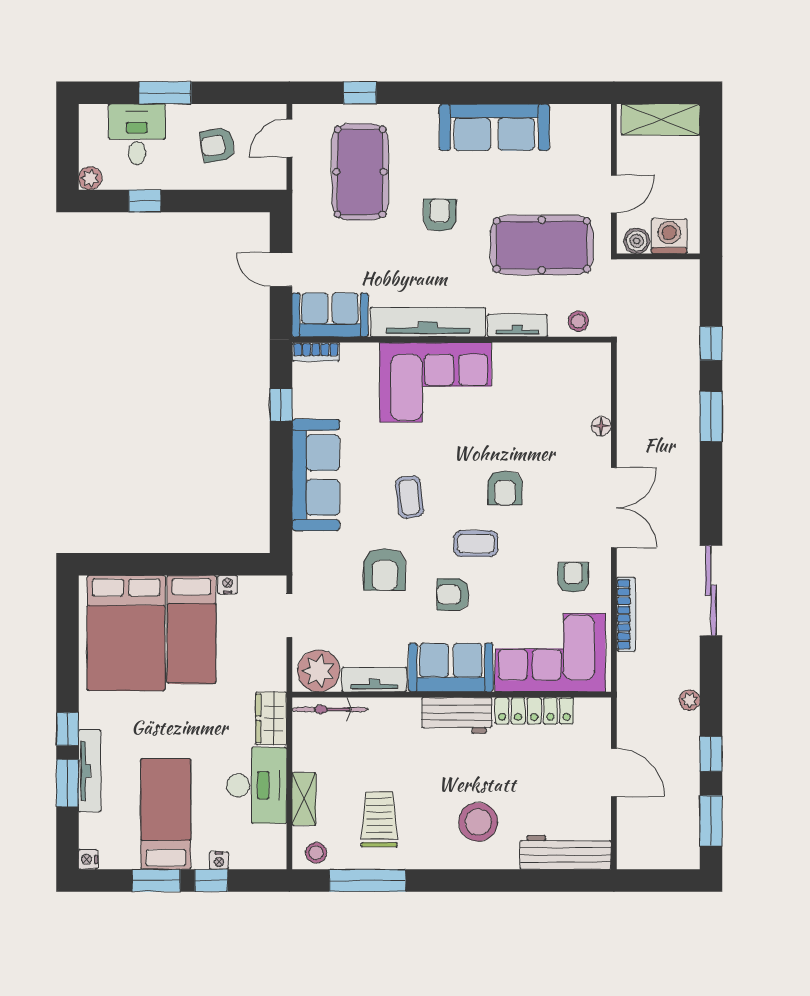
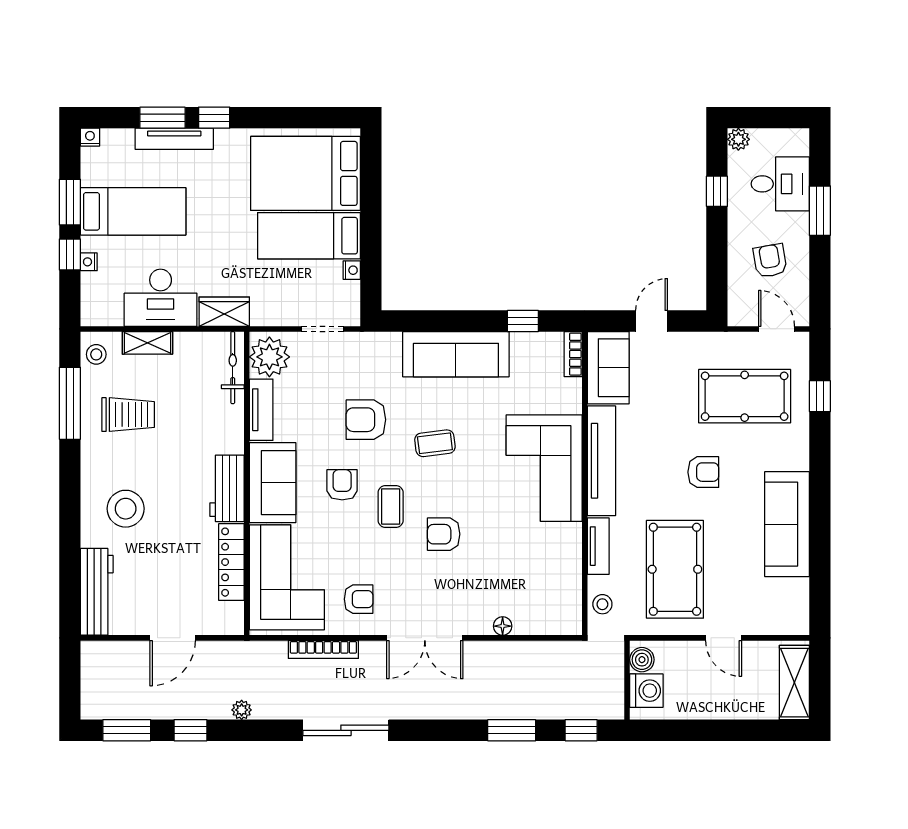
washing machine: (669, 236) -> (646, 691), moved
boiler: (637, 241) -> (642, 660), moved
wall: (658, 256) -> (627, 680), moved

